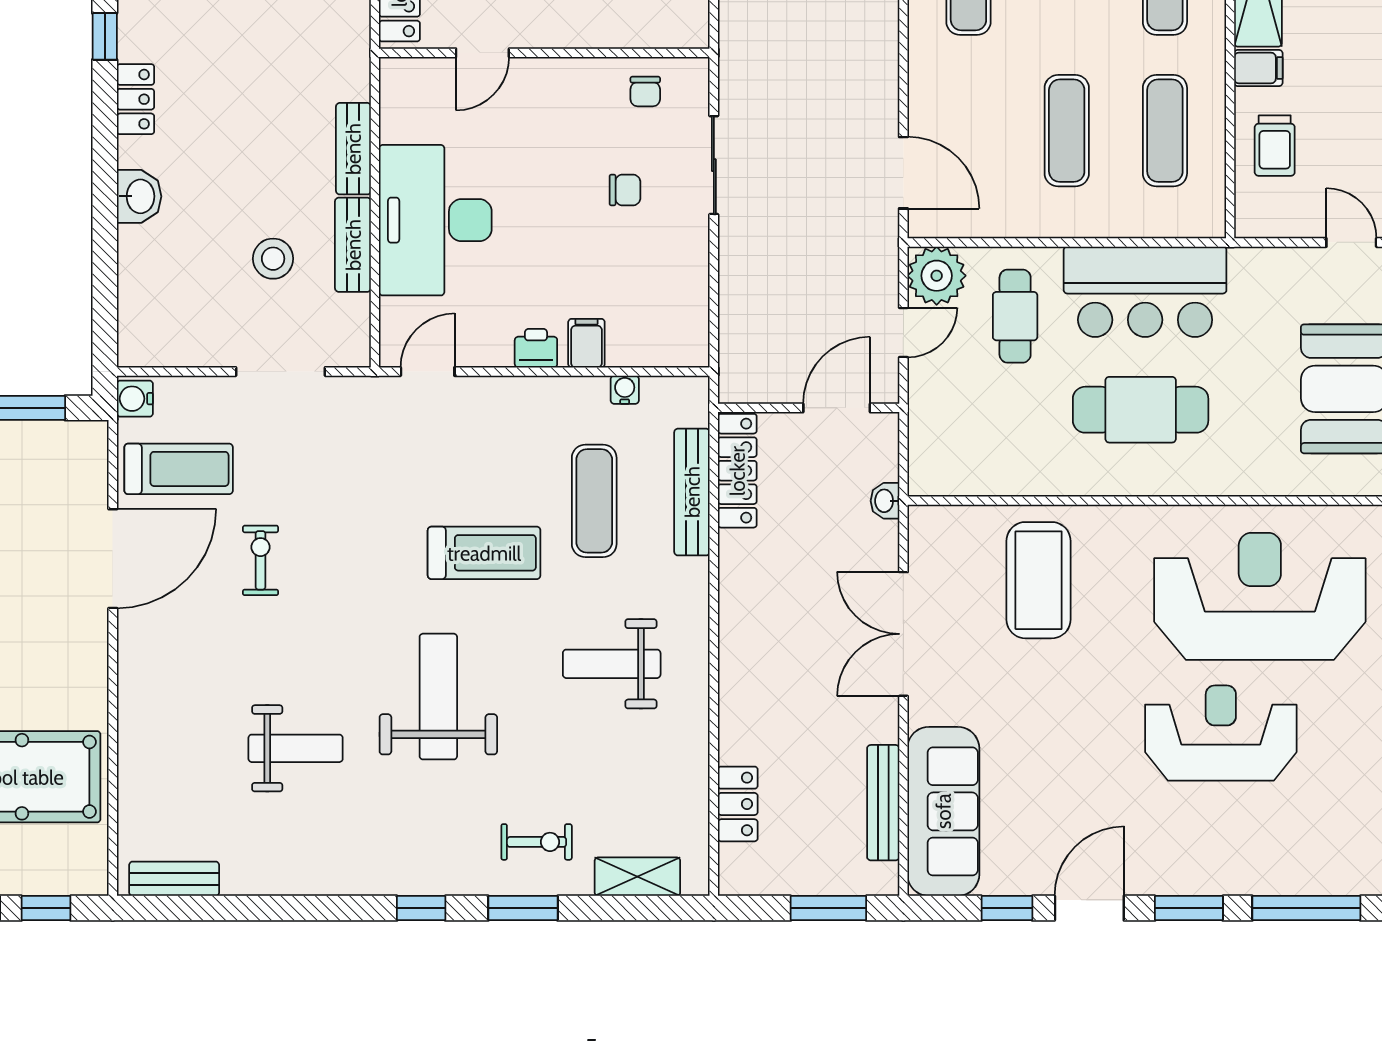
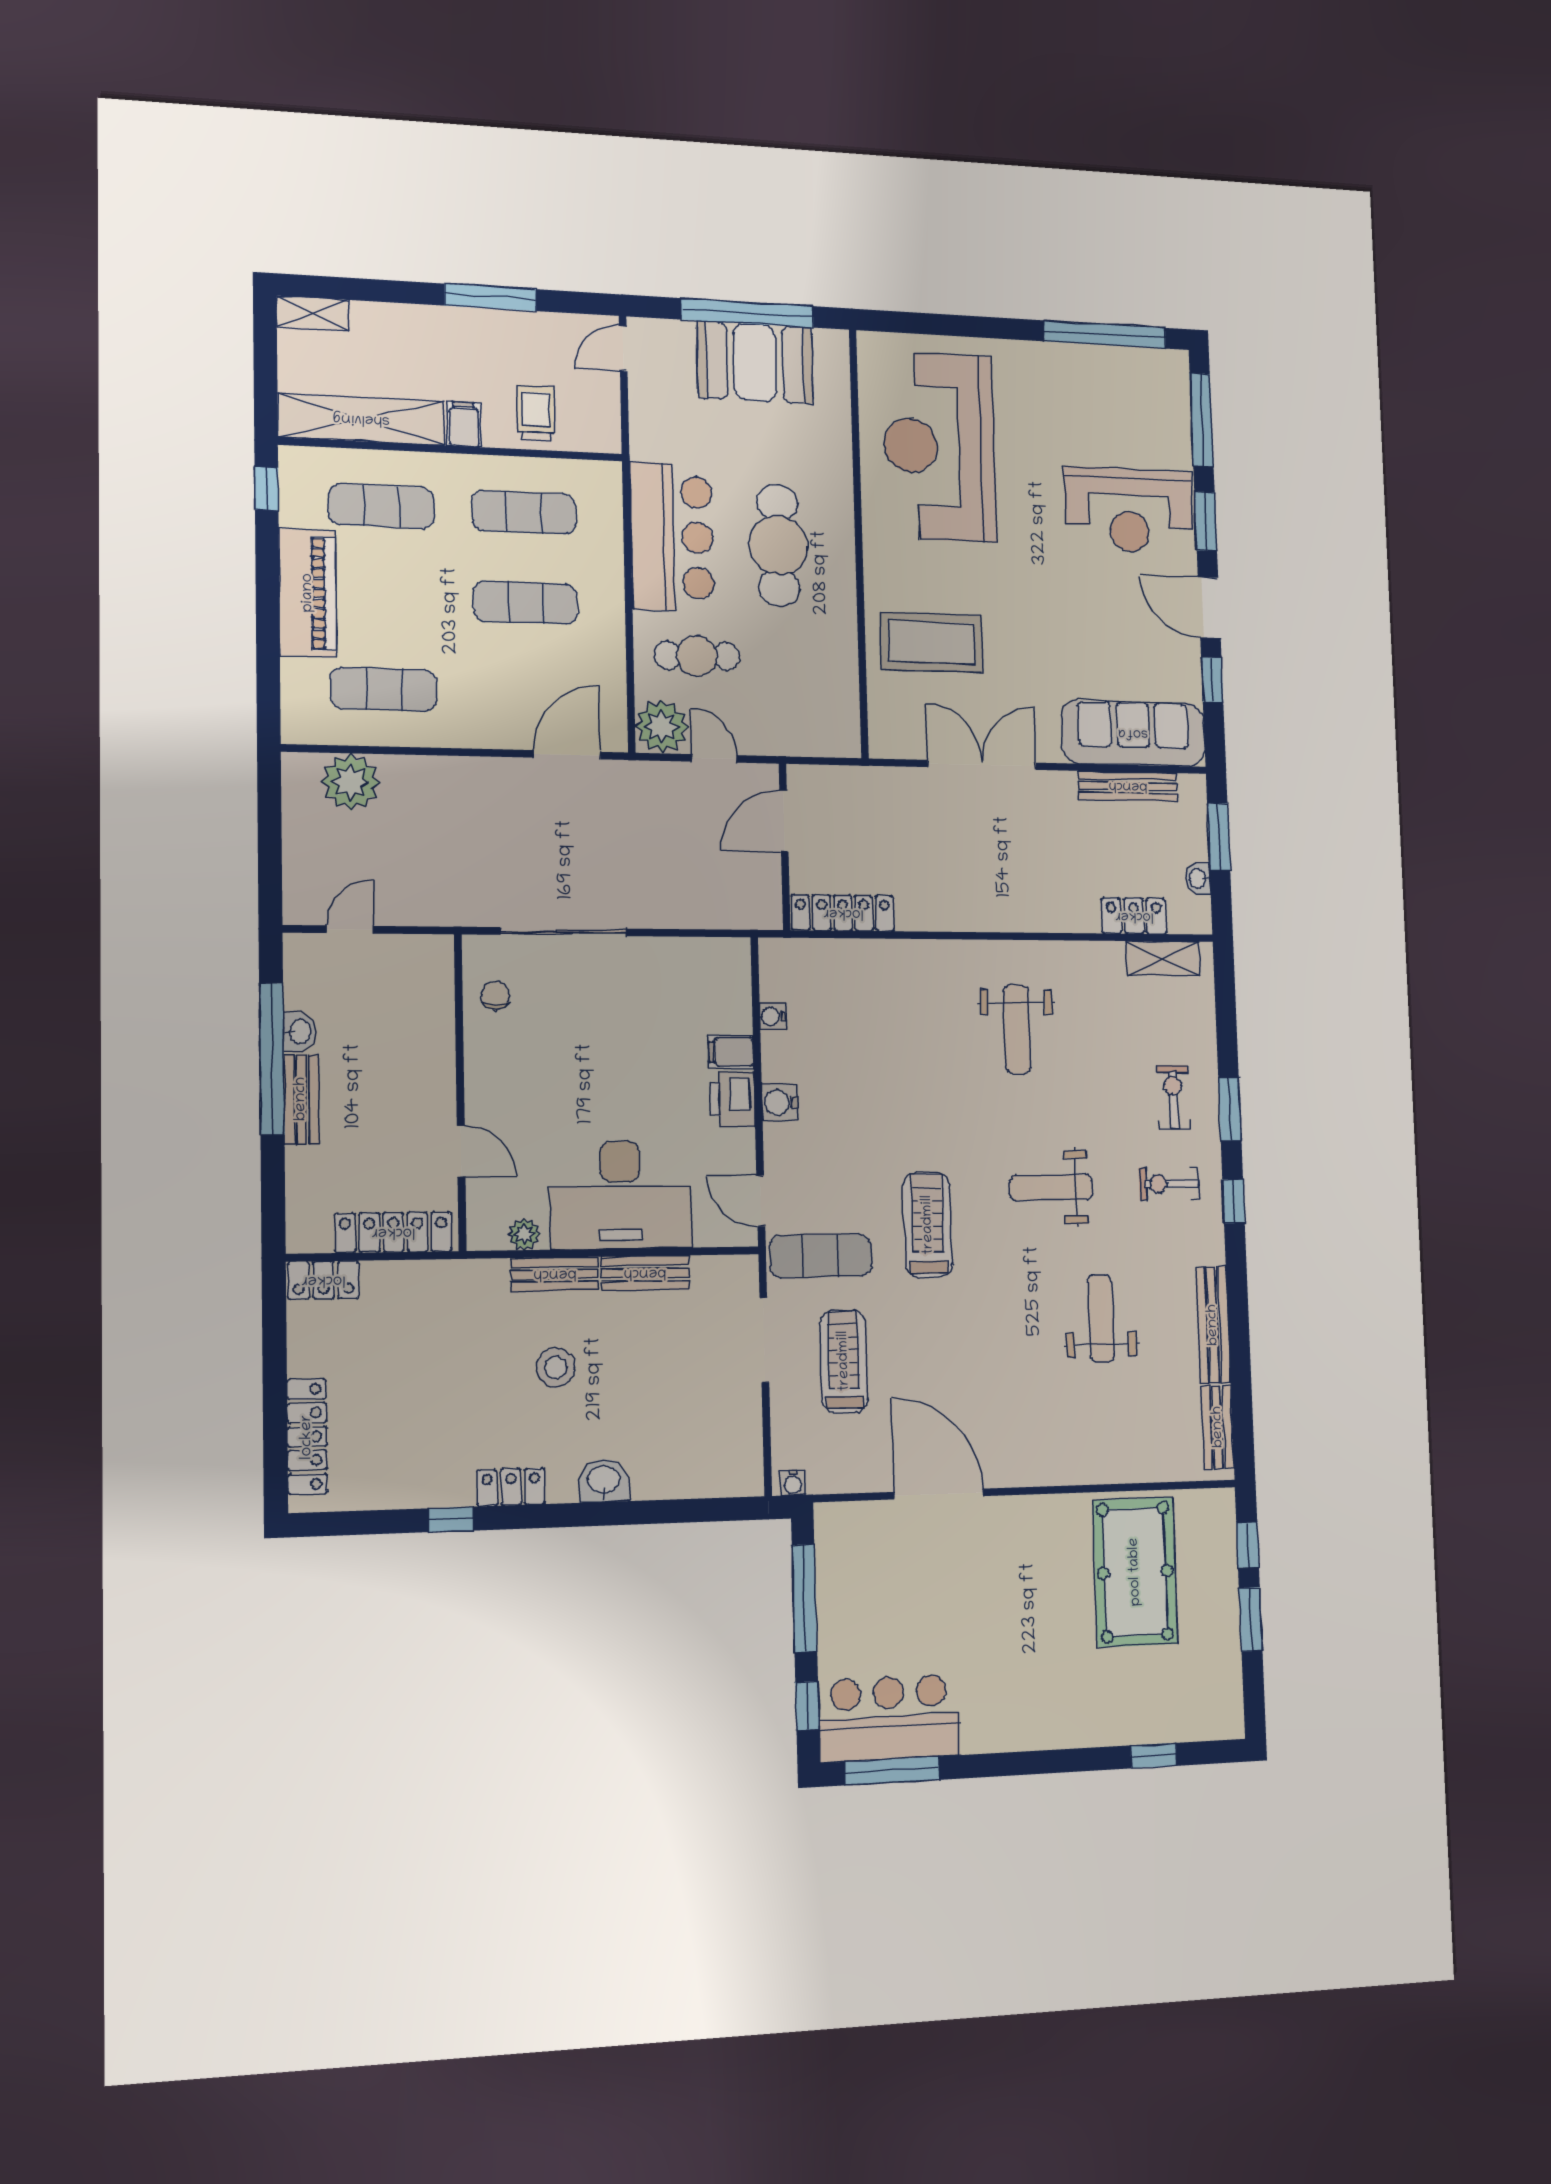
chair: (645, 92) -> (495, 996), turned -90
plant: (396, 117) -> (524, 1234), added
trolley: (1275, 146) -> (536, 413), turned -90
sliding door: (714, 165) -> (564, 932), width x1.37
chair: (625, 190) -> (589, 1015), removed
stool: (273, 259) -> (556, 1368), moved
printer: (536, 348) -> (733, 1099), width x1.36, depth x1.24
water cooler: (532, 395) -> (780, 1102), added
water cooler: (135, 399) -> (793, 1483), width x0.72, depth x0.72
door: (837, 408) -> (784, 821), hinge flipped
treadmill: (179, 469) -> (844, 1361), moved
bench: (692, 492) -> (1213, 1325), moved, turned 90
exercise mat: (594, 501) -> (821, 1256), moved
washbasin: (885, 501) -> (1198, 878), moved, turned 90
treadmill: (484, 553) -> (928, 1225), moved
exercise bike: (261, 560) -> (1169, 1184), moved
double door: (903, 634) -> (982, 765), swing flipped
weight bench: (438, 697) -> (1051, 1187), width x0.73, depth x0.75
reception desk: (1221, 733) -> (1129, 510), moved, turned -90
shelving: (637, 877) -> (1163, 959), moved, turned 90

